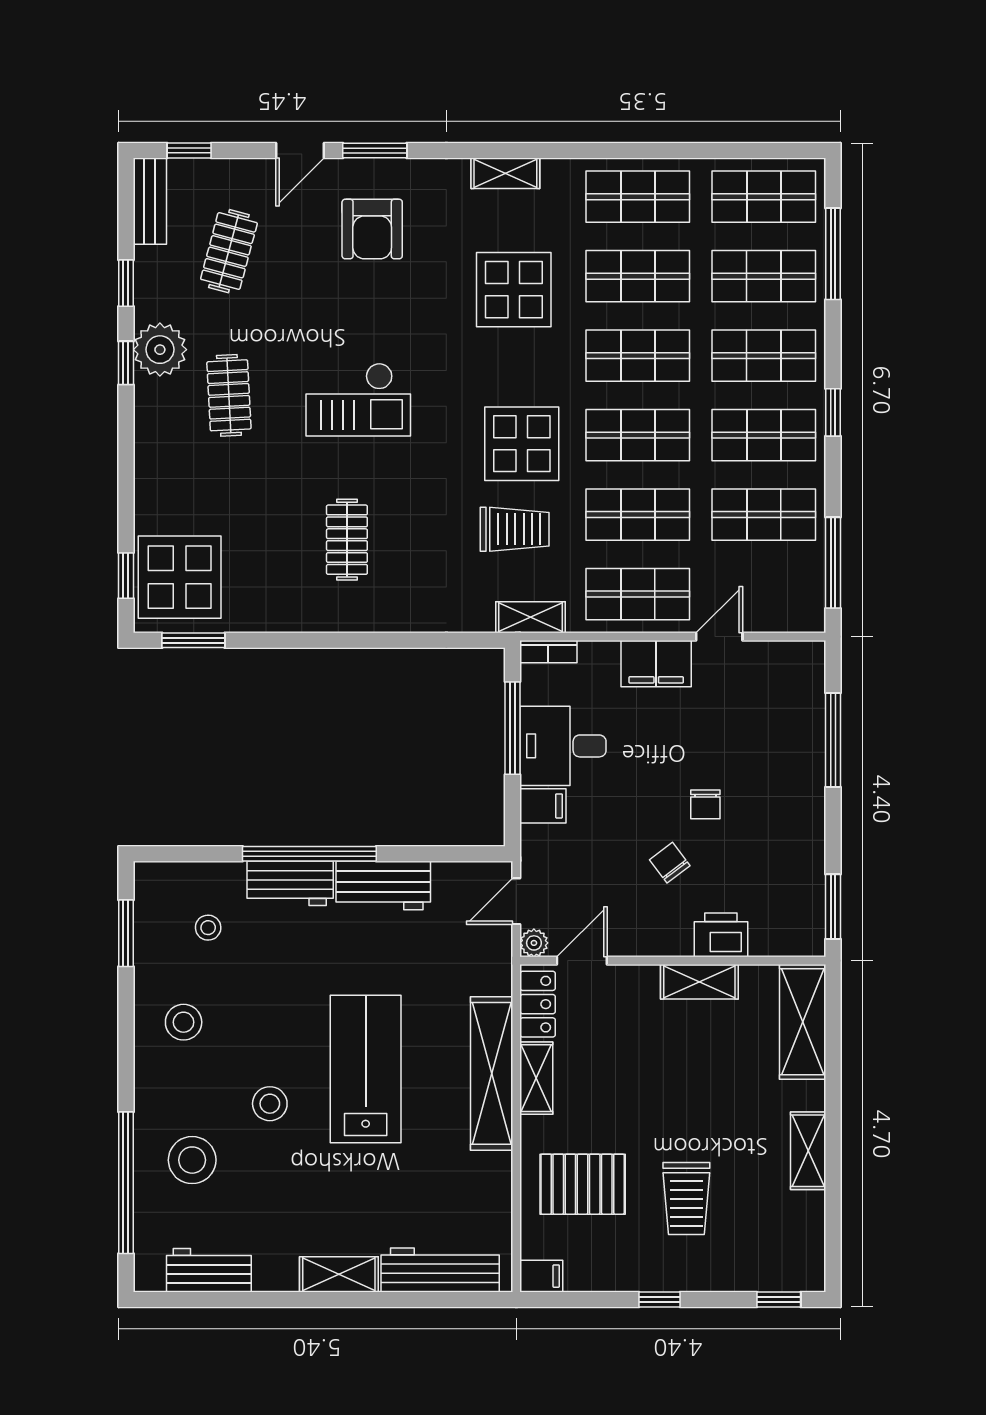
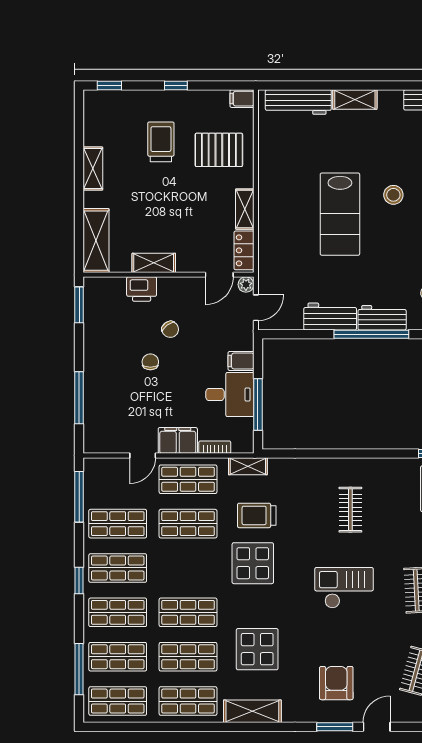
shelving: (505, 173) -> (252, 711), width x1.50, depth x1.33
shop shelf: (638, 435) -> (188, 568), removed
bookcase: (548, 652) -> (215, 447), moved
shelving: (492, 1073) -> (270, 212), removed

